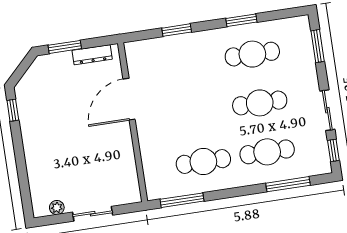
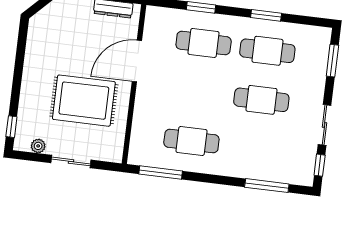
window: (13, 110) -> (11, 127), moved
rug: (89, 151) -> (84, 101), added
cafe table: (267, 152) -> (204, 43), moved

